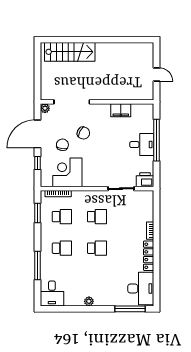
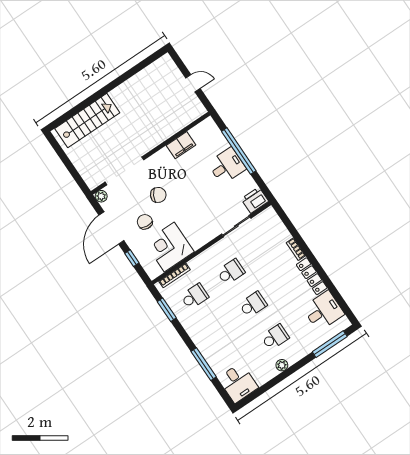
school desk: (62, 248) -> (275, 337), moved
desk: (141, 288) -> (323, 311), width x0.73

